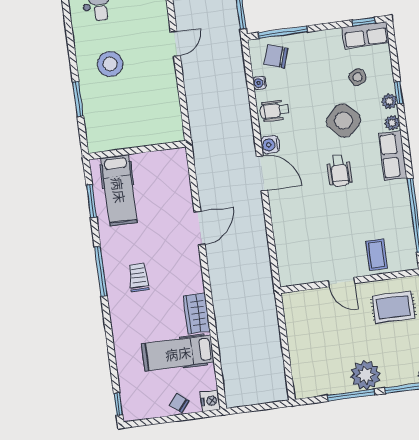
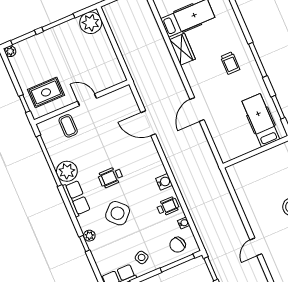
door: (175, 44) -> (256, 247), moved
chair: (276, 56) -> (178, 245), turned 141
side table: (358, 77) -> (142, 257), moved
plant: (392, 123) -> (67, 171), moved, width x1.88, depth x1.88
wheelchair: (339, 171) -> (111, 177), turned -90
door: (262, 173) -> (148, 123), moved
plant: (365, 375) -> (91, 23), moved

